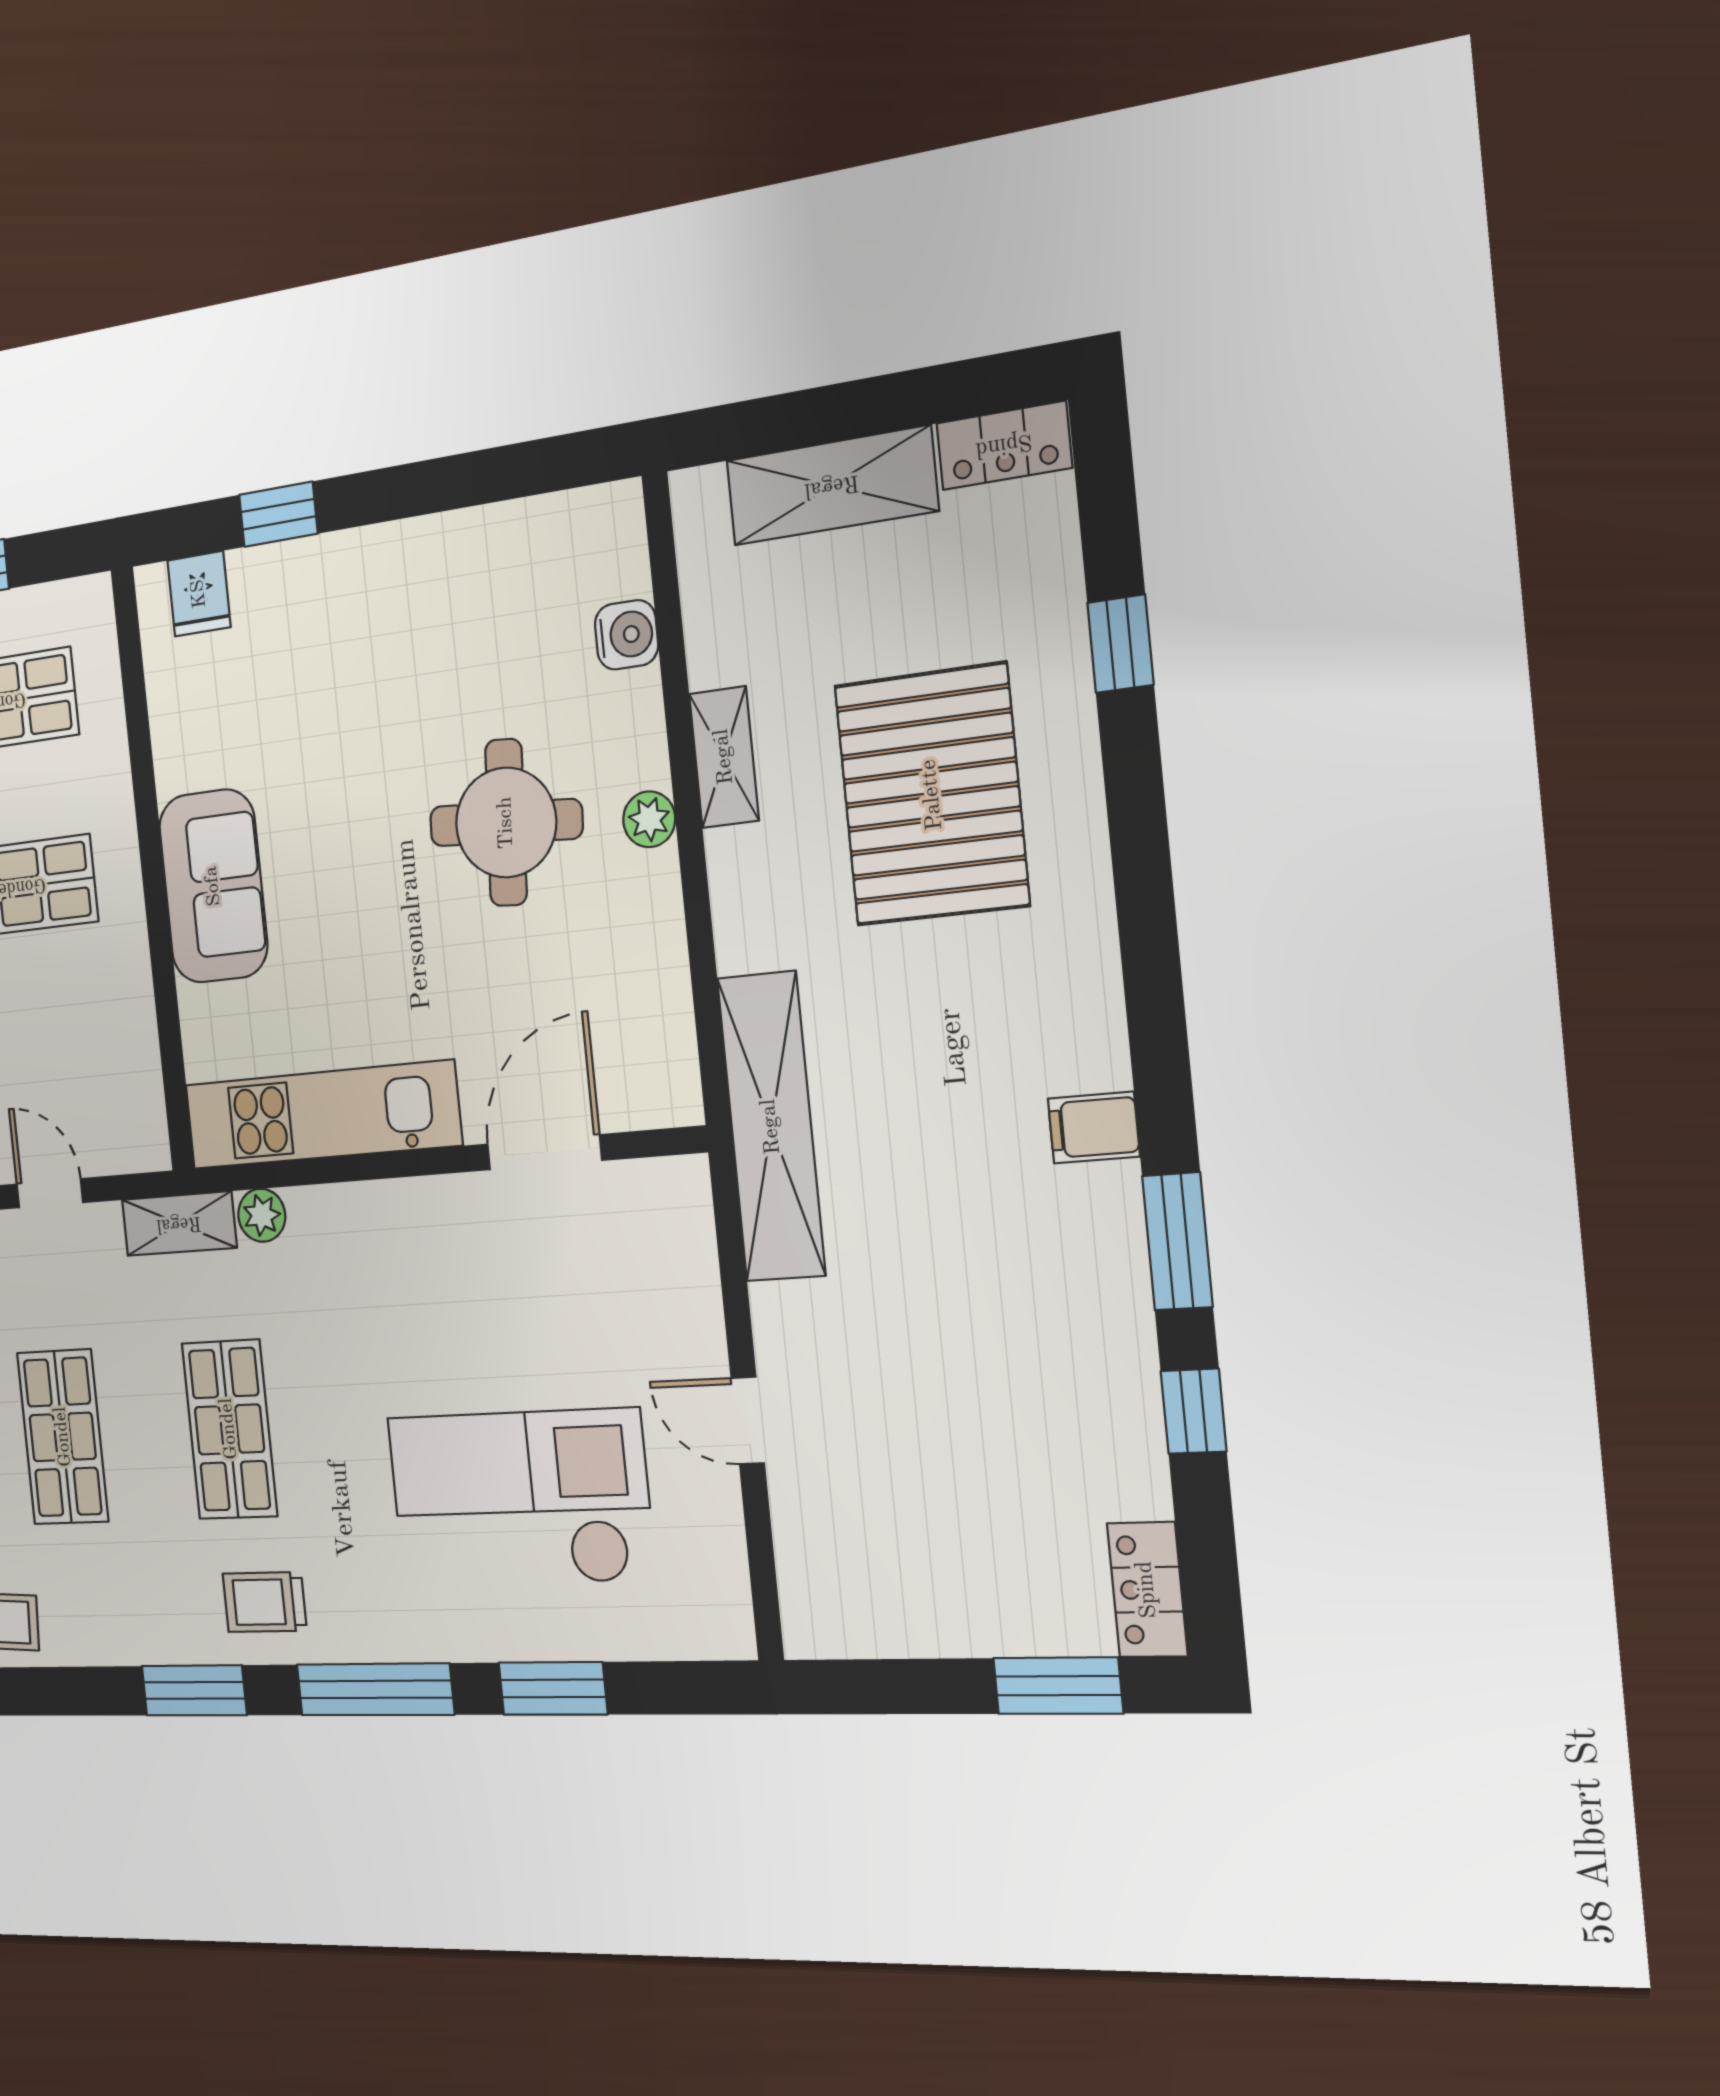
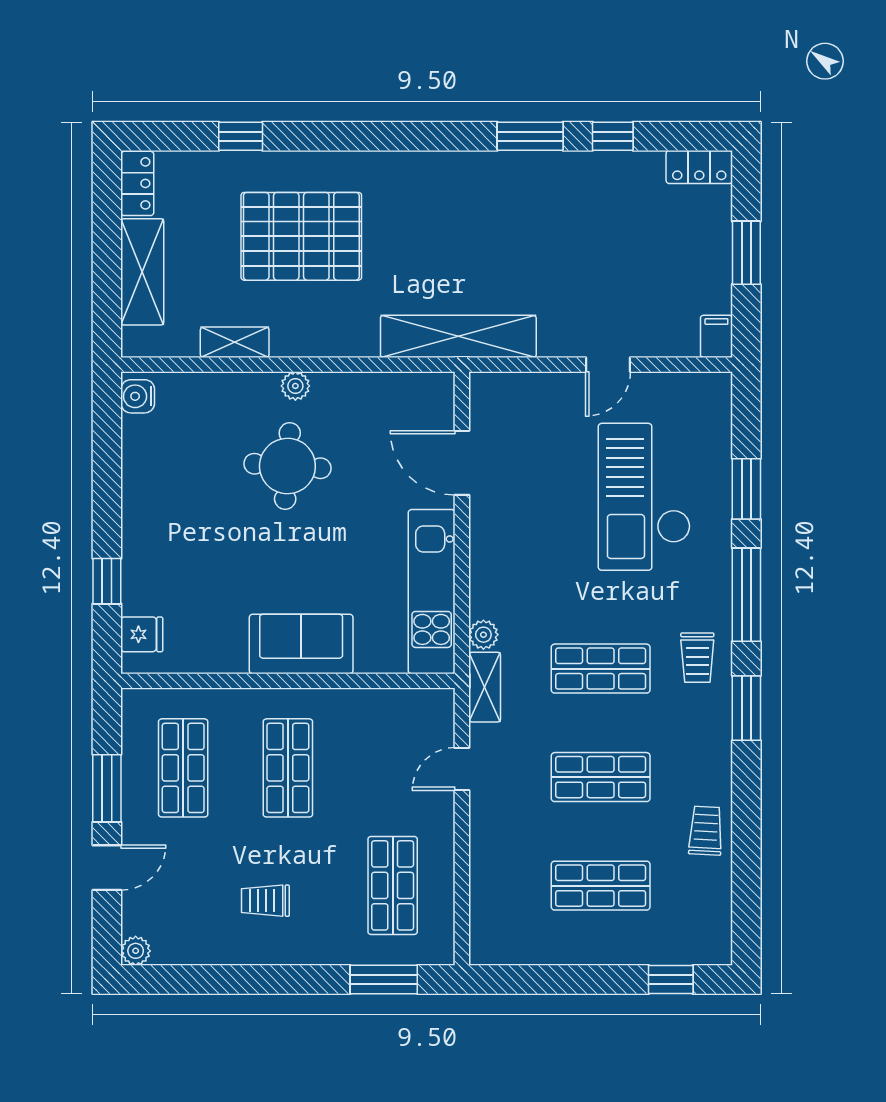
water cooler: (626, 635) -> (138, 396), moved, turned -90
shelving: (724, 757) -> (235, 342), moved
filing cabinet: (1094, 1128) -> (716, 336), moved, turned 180
window: (1058, 1686) -> (746, 253), moved

